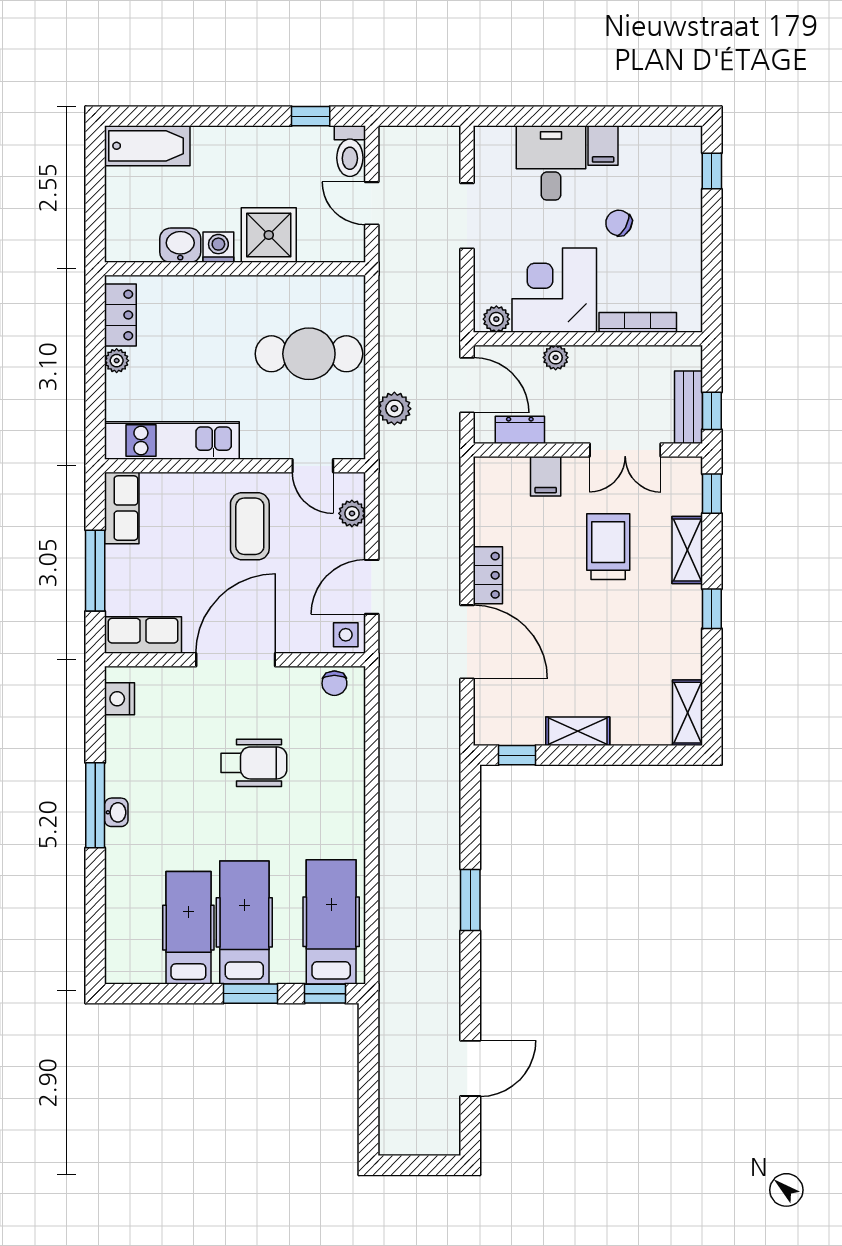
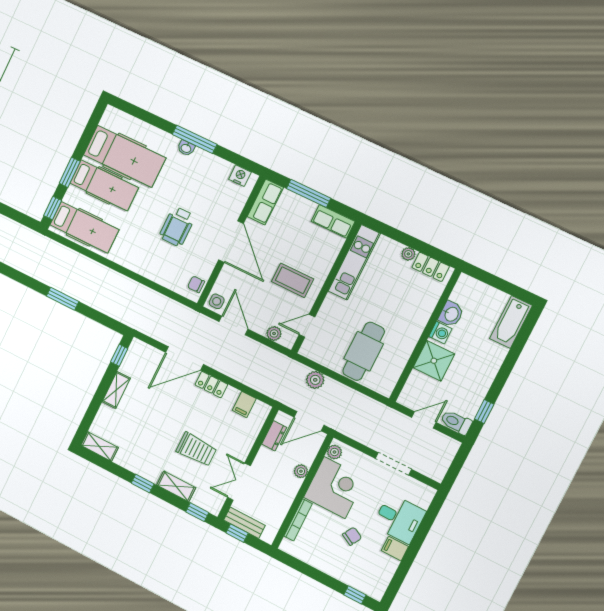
filing cabinet: (546, 476) -> (244, 404), moved, turned -90
hospital bed: (188, 928) -> (124, 156), width x1.37, depth x1.29

